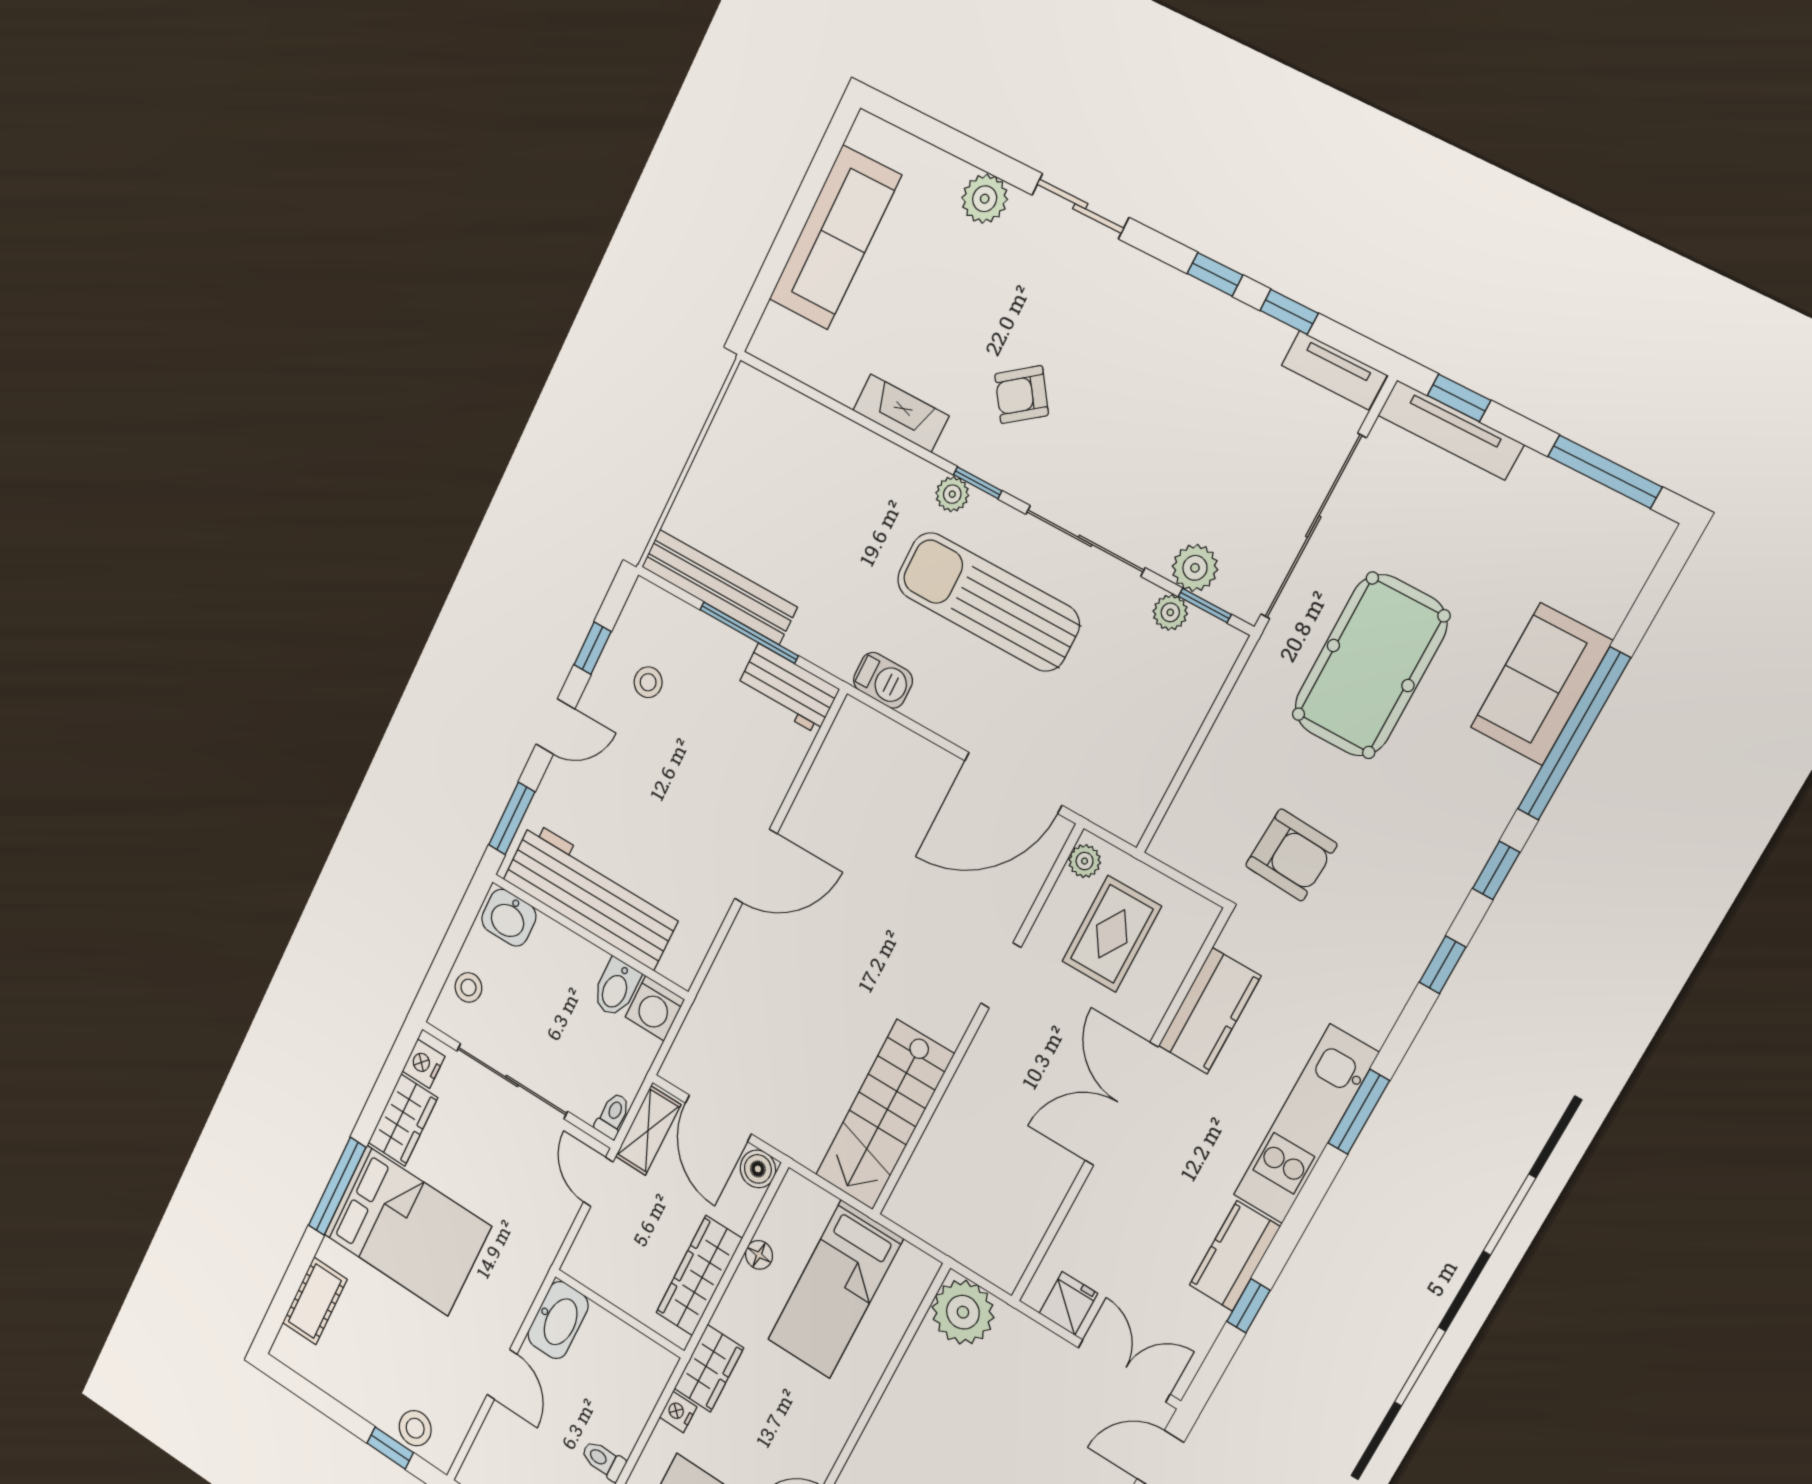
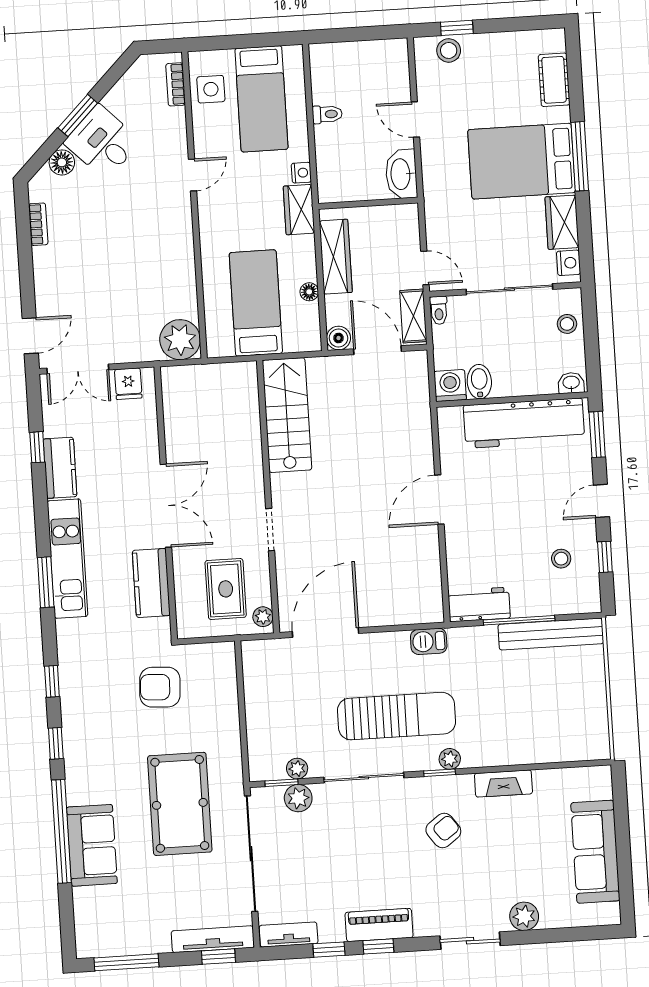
piano: (1195, 307) -> (379, 925), added
washbasin: (509, 918) -> (571, 383), width x0.72, depth x0.69

